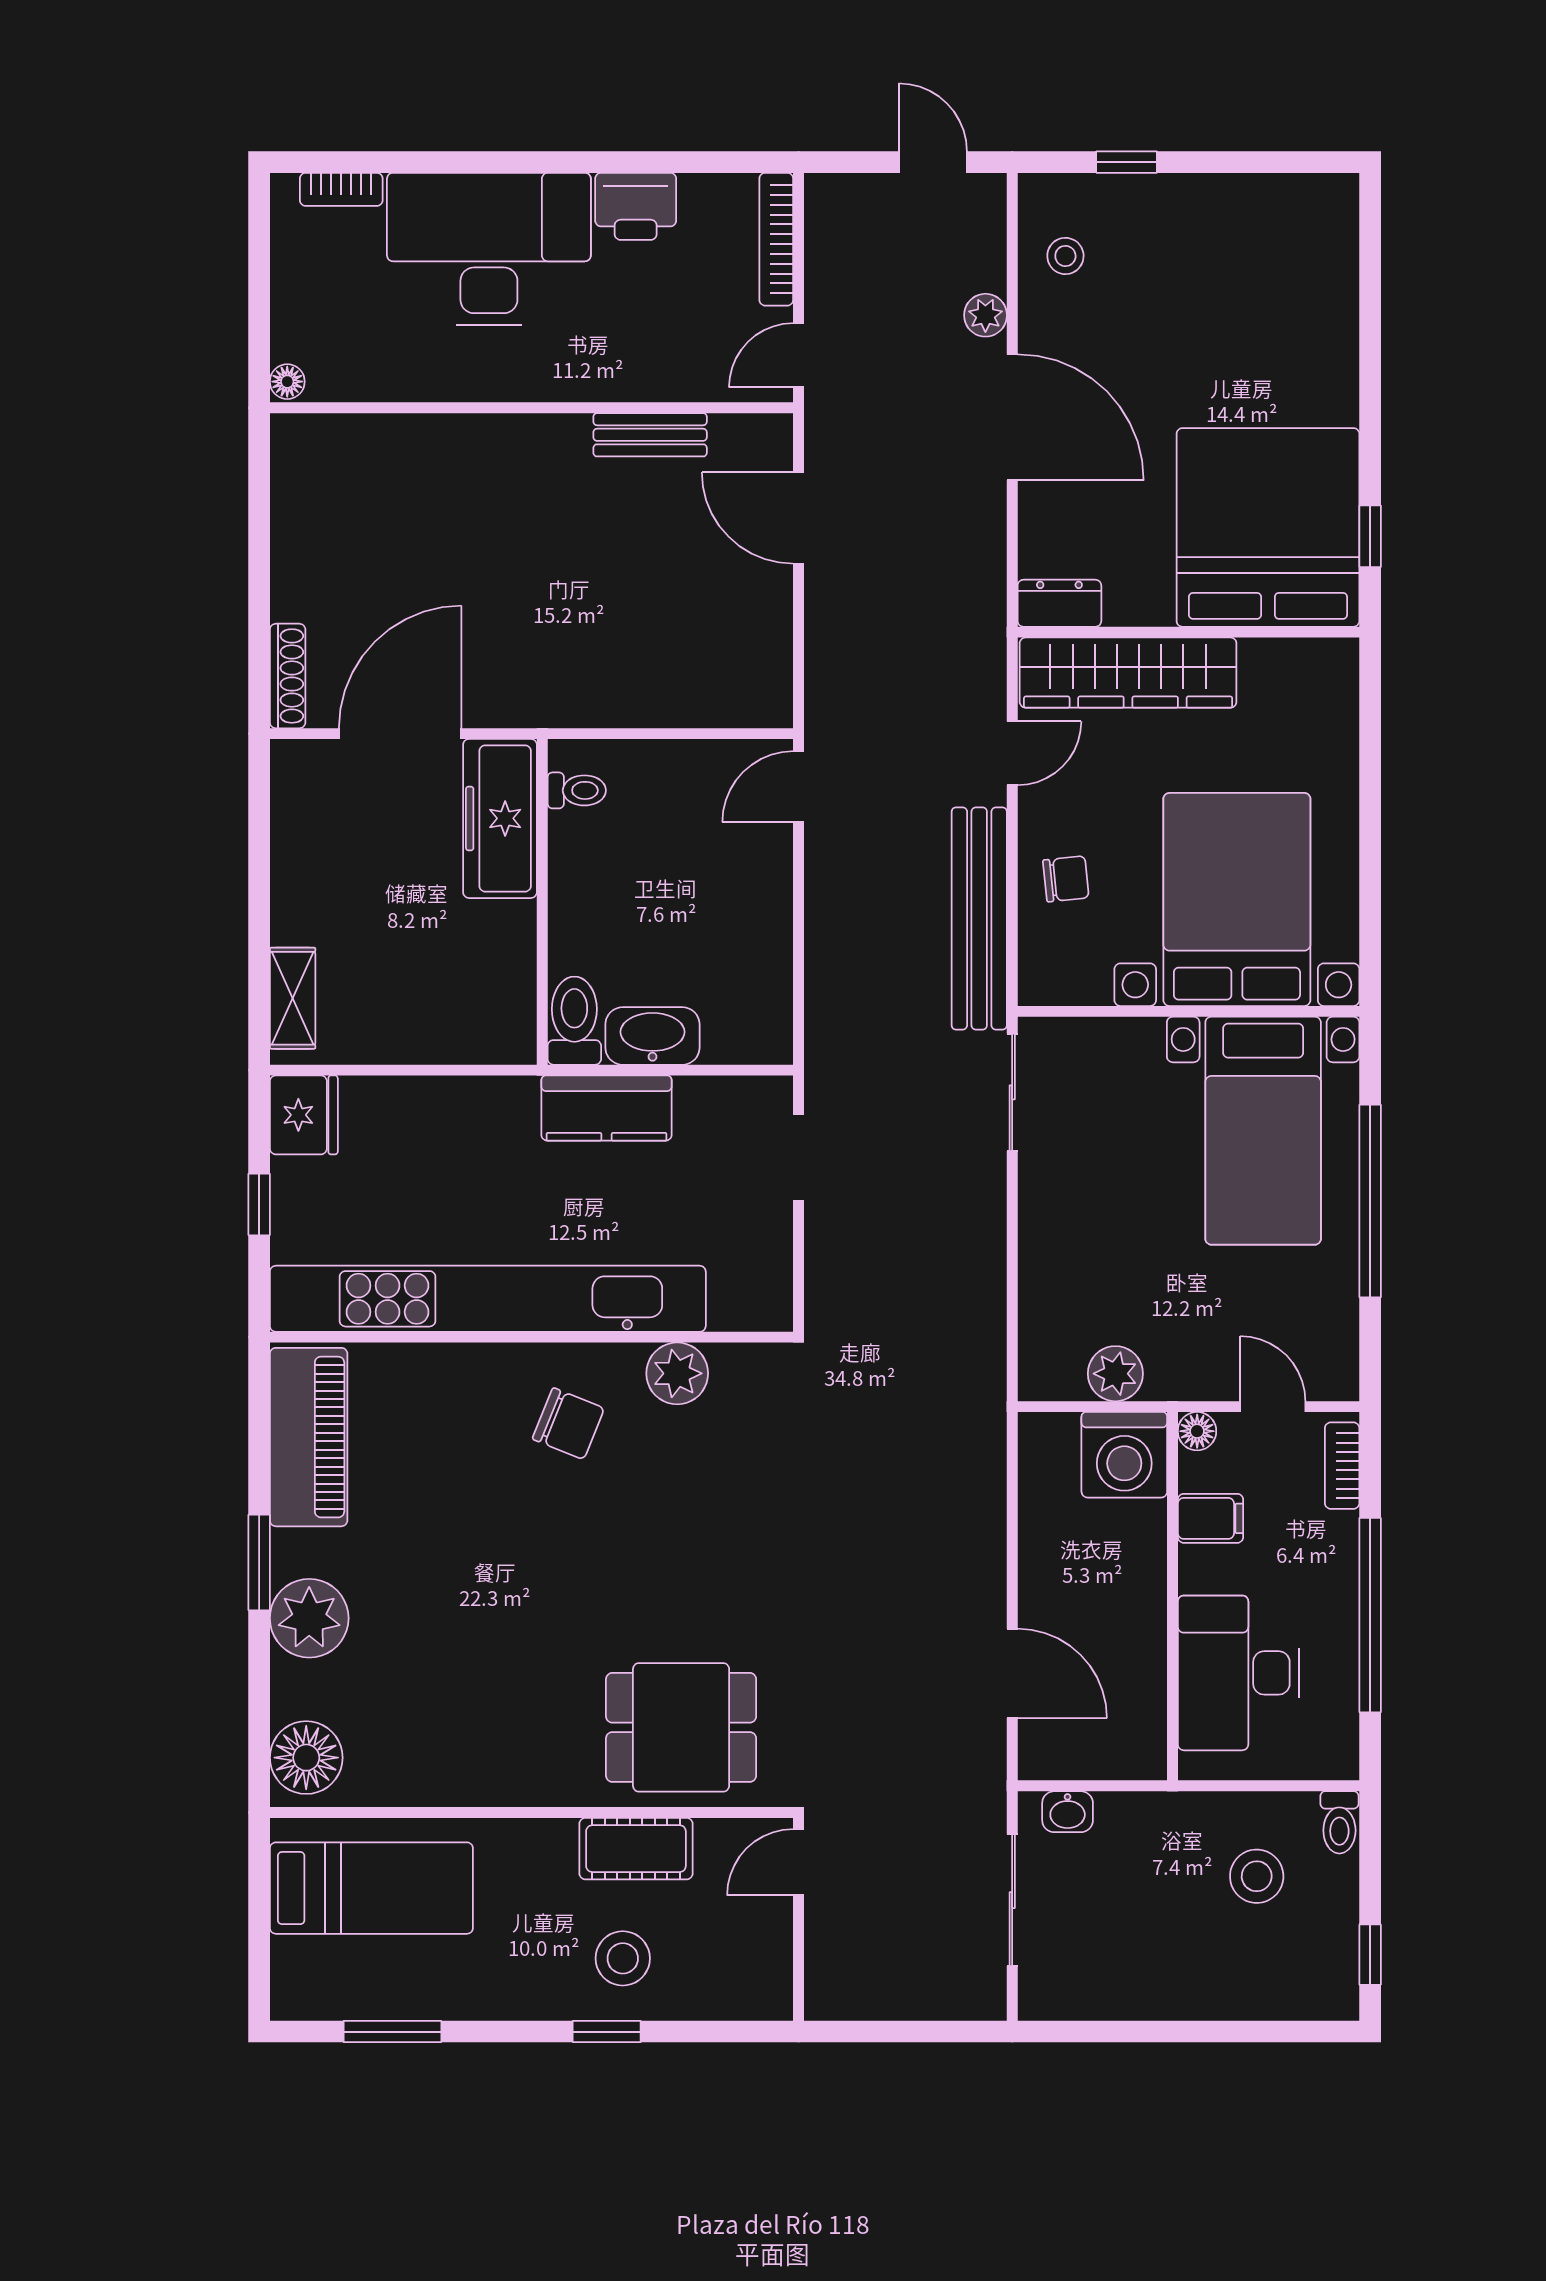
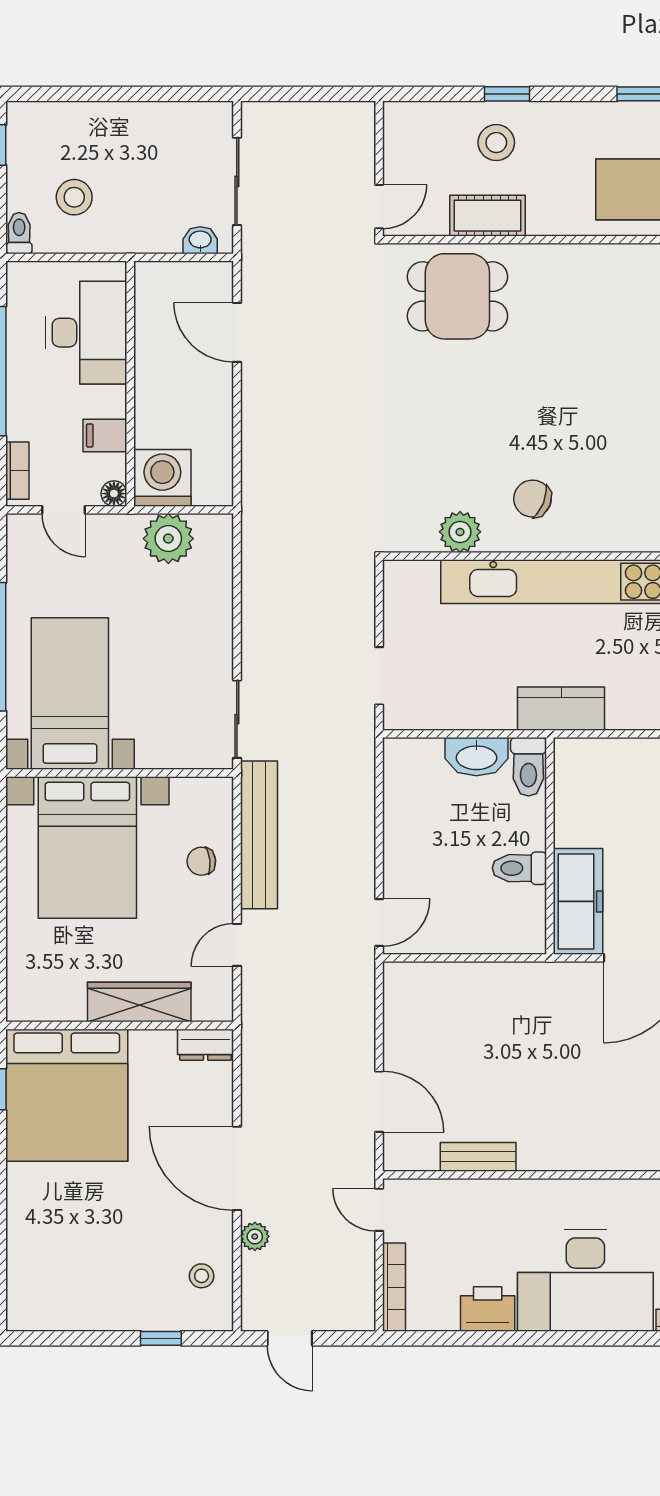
door: (799, 355) -> (379, 1210), swing flipped
wardrobe: (1128, 673) -> (139, 1002), width x0.71, depth x0.85
toilet: (577, 790) -> (519, 868), moved, width x1.37, depth x1.39
kitchen counter: (607, 1108) -> (561, 709), moved
plant: (1115, 1374) -> (168, 539), width x1.36, depth x1.36

